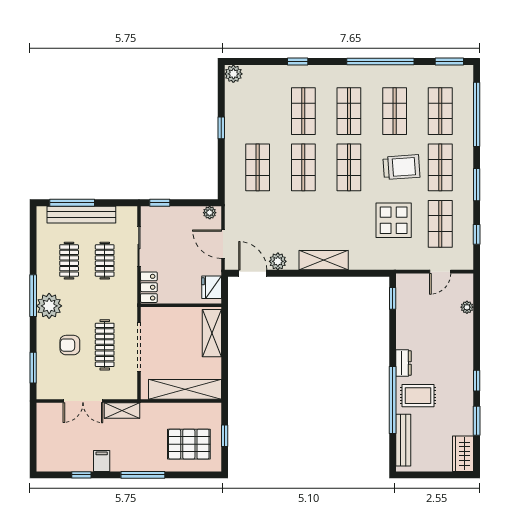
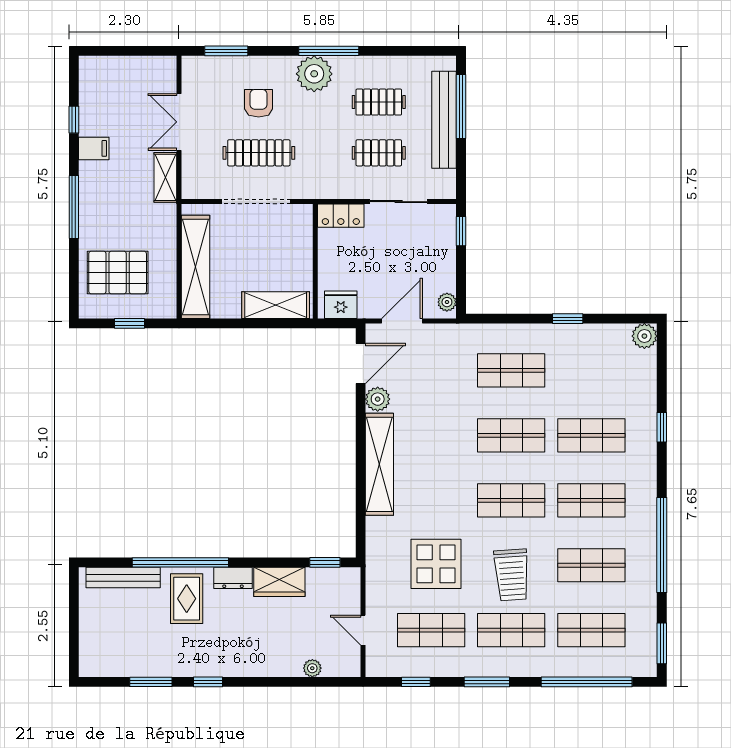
shelving: (324, 260) -> (379, 464), width x1.47
pallet: (189, 444) -> (118, 272), turned 90
wardrobe: (463, 454) -> (279, 582), moved, turned 180

